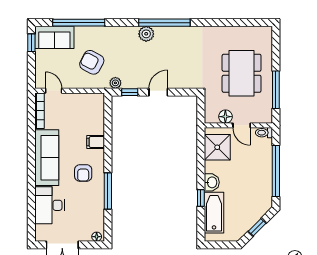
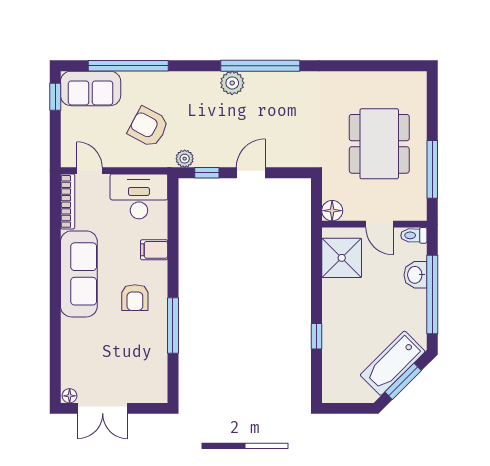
floor lamp: (225, 117) -> (332, 211), moved
washbasin: (212, 182) -> (415, 275), moved, turned 180
desk: (50, 205) -> (139, 196), moved, turned 90
bathtub: (214, 213) -> (393, 363), moved, turned -135
window: (257, 227) -> (403, 381), width x1.50
floor lamp: (97, 237) -> (70, 396), moved

